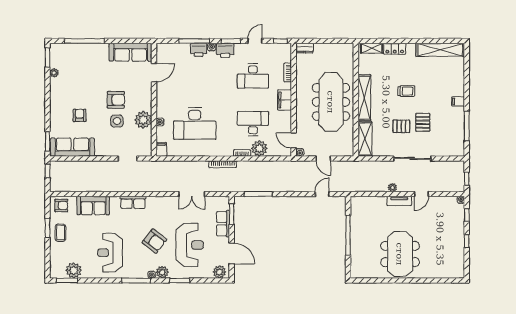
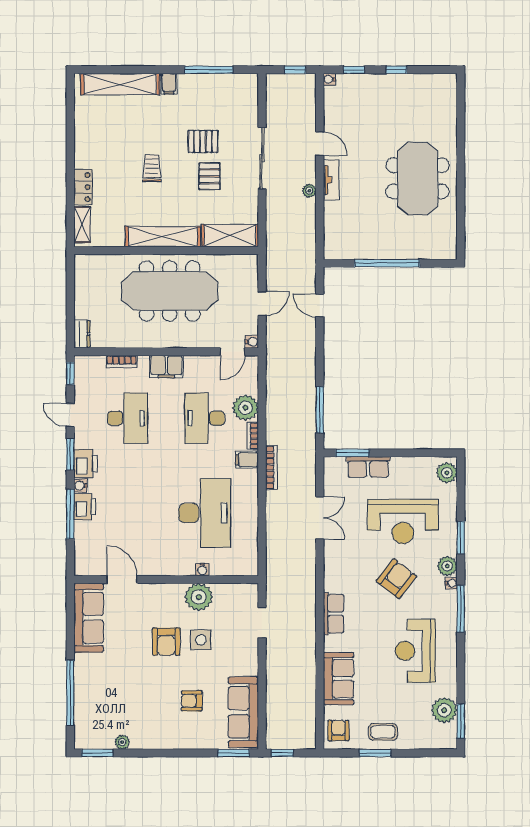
shelving: (440, 50) -> (120, 84), moved, turned 90
armchair: (116, 100) -> (166, 642), turned 180
filing cabinet: (161, 149) -> (247, 460), moved
reception desk: (190, 245) -> (403, 521), turned 180
reception desk: (110, 253) -> (415, 651), turned 90
door: (232, 253) -> (417, 453), removed
meeting table: (400, 254) -> (418, 178), turned 90

